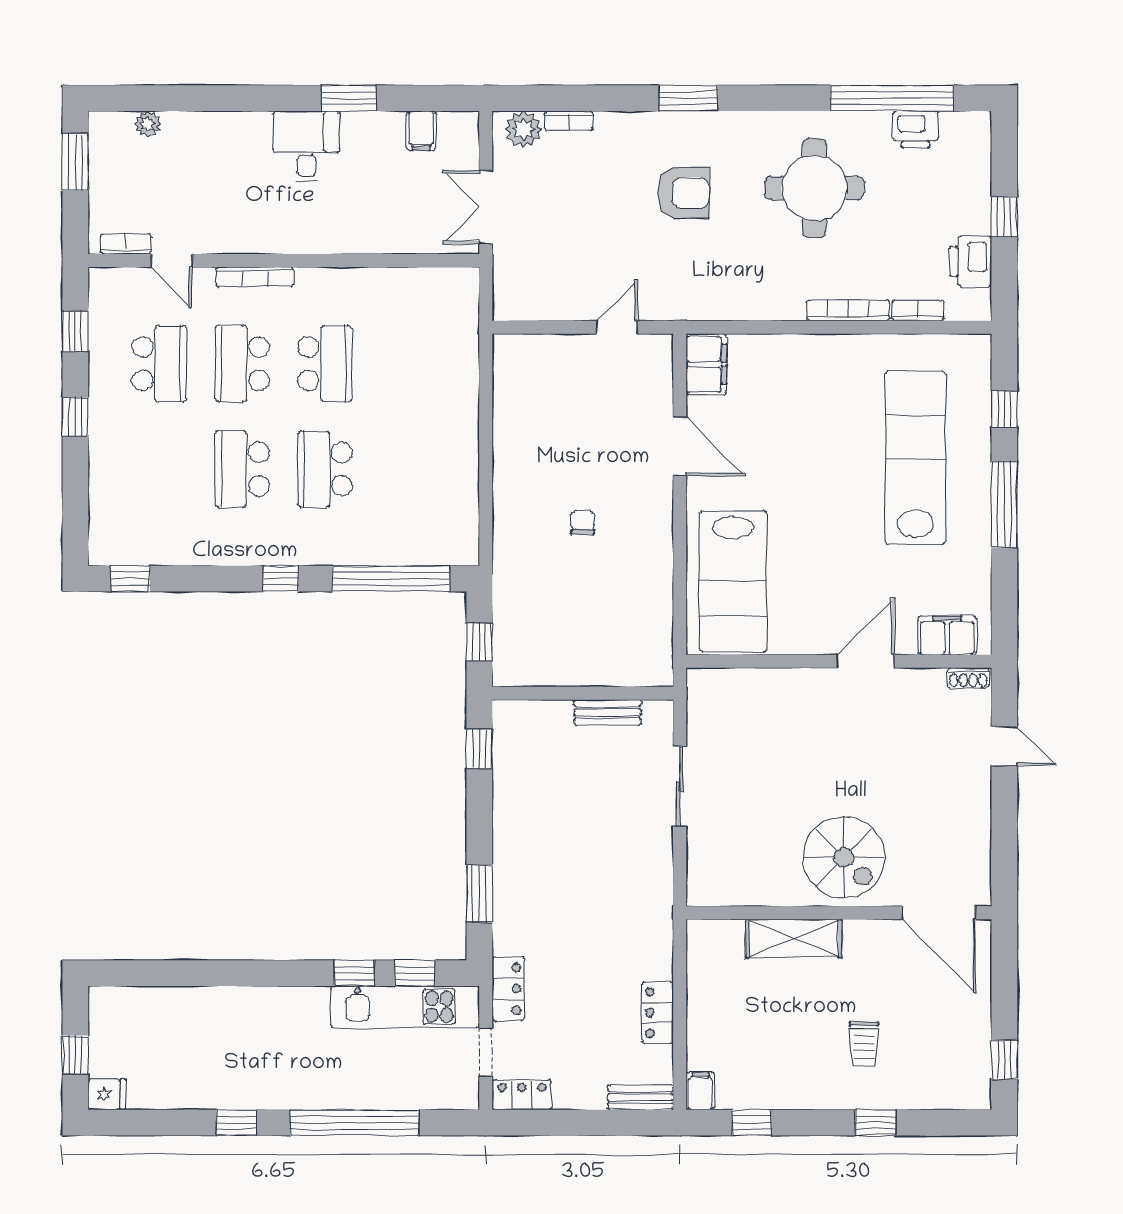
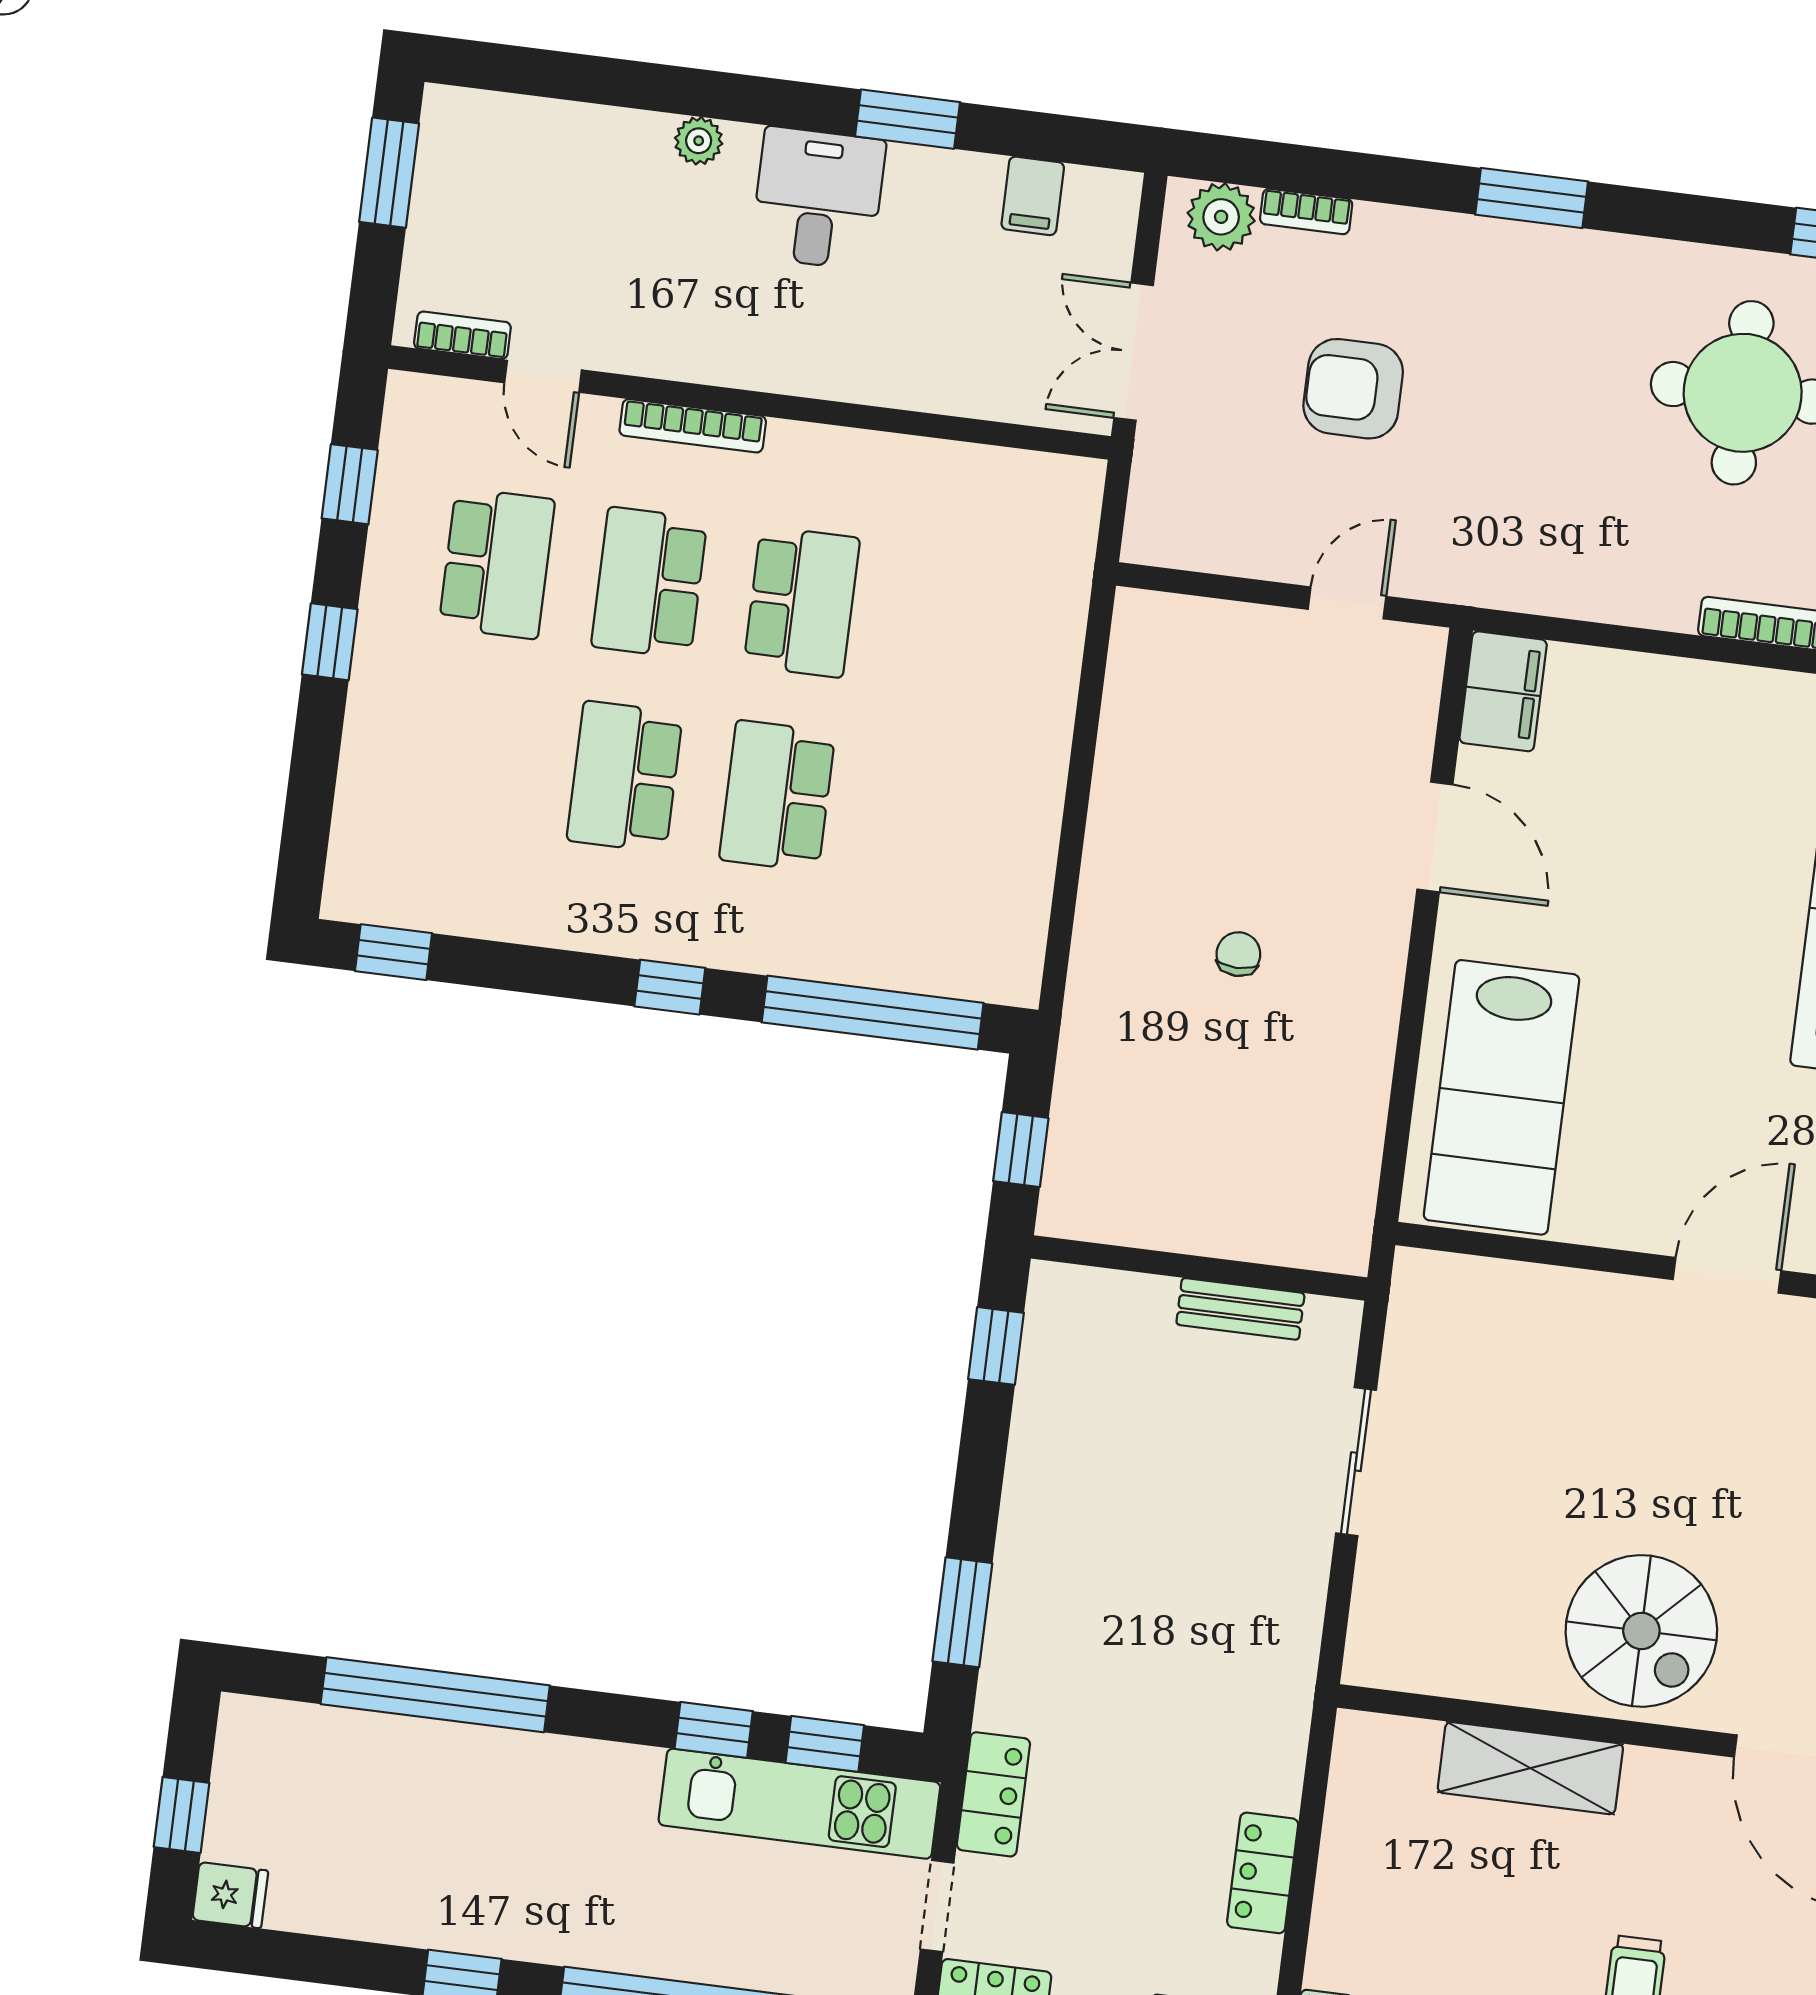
plant: (148, 124) -> (699, 141), moved
armchair: (684, 193) -> (1353, 389), moved, turned 180
window: (203, 973) -> (435, 1695), added

